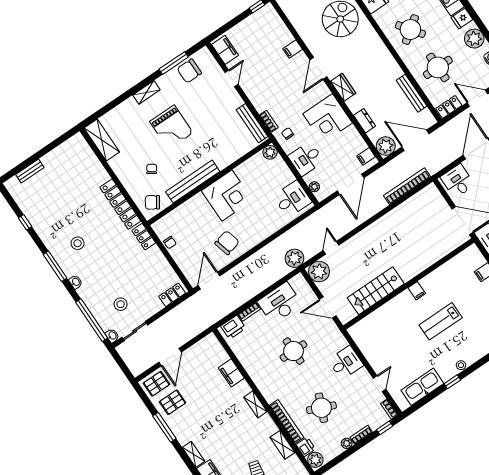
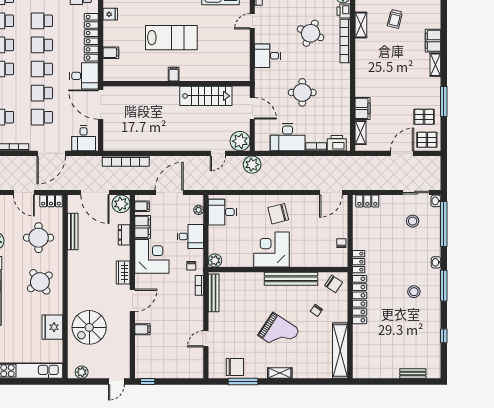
filing cabinet: (225, 50) -> (143, 227), moved, turned 180
grand piano: (171, 127) -> (279, 332), turned 123
shelving: (102, 140) -> (340, 351), width x1.47
chair: (227, 243) -> (278, 214), moved
lab bench: (441, 321) -> (171, 38), width x1.36, depth x1.39
shelving: (255, 404) -> (360, 133), moved

